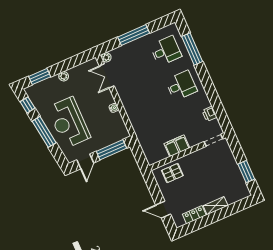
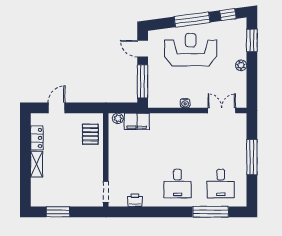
plant: (106, 57) -> (118, 118), moved
filing cabinet: (177, 146) -> (137, 121), moved, turned 90

